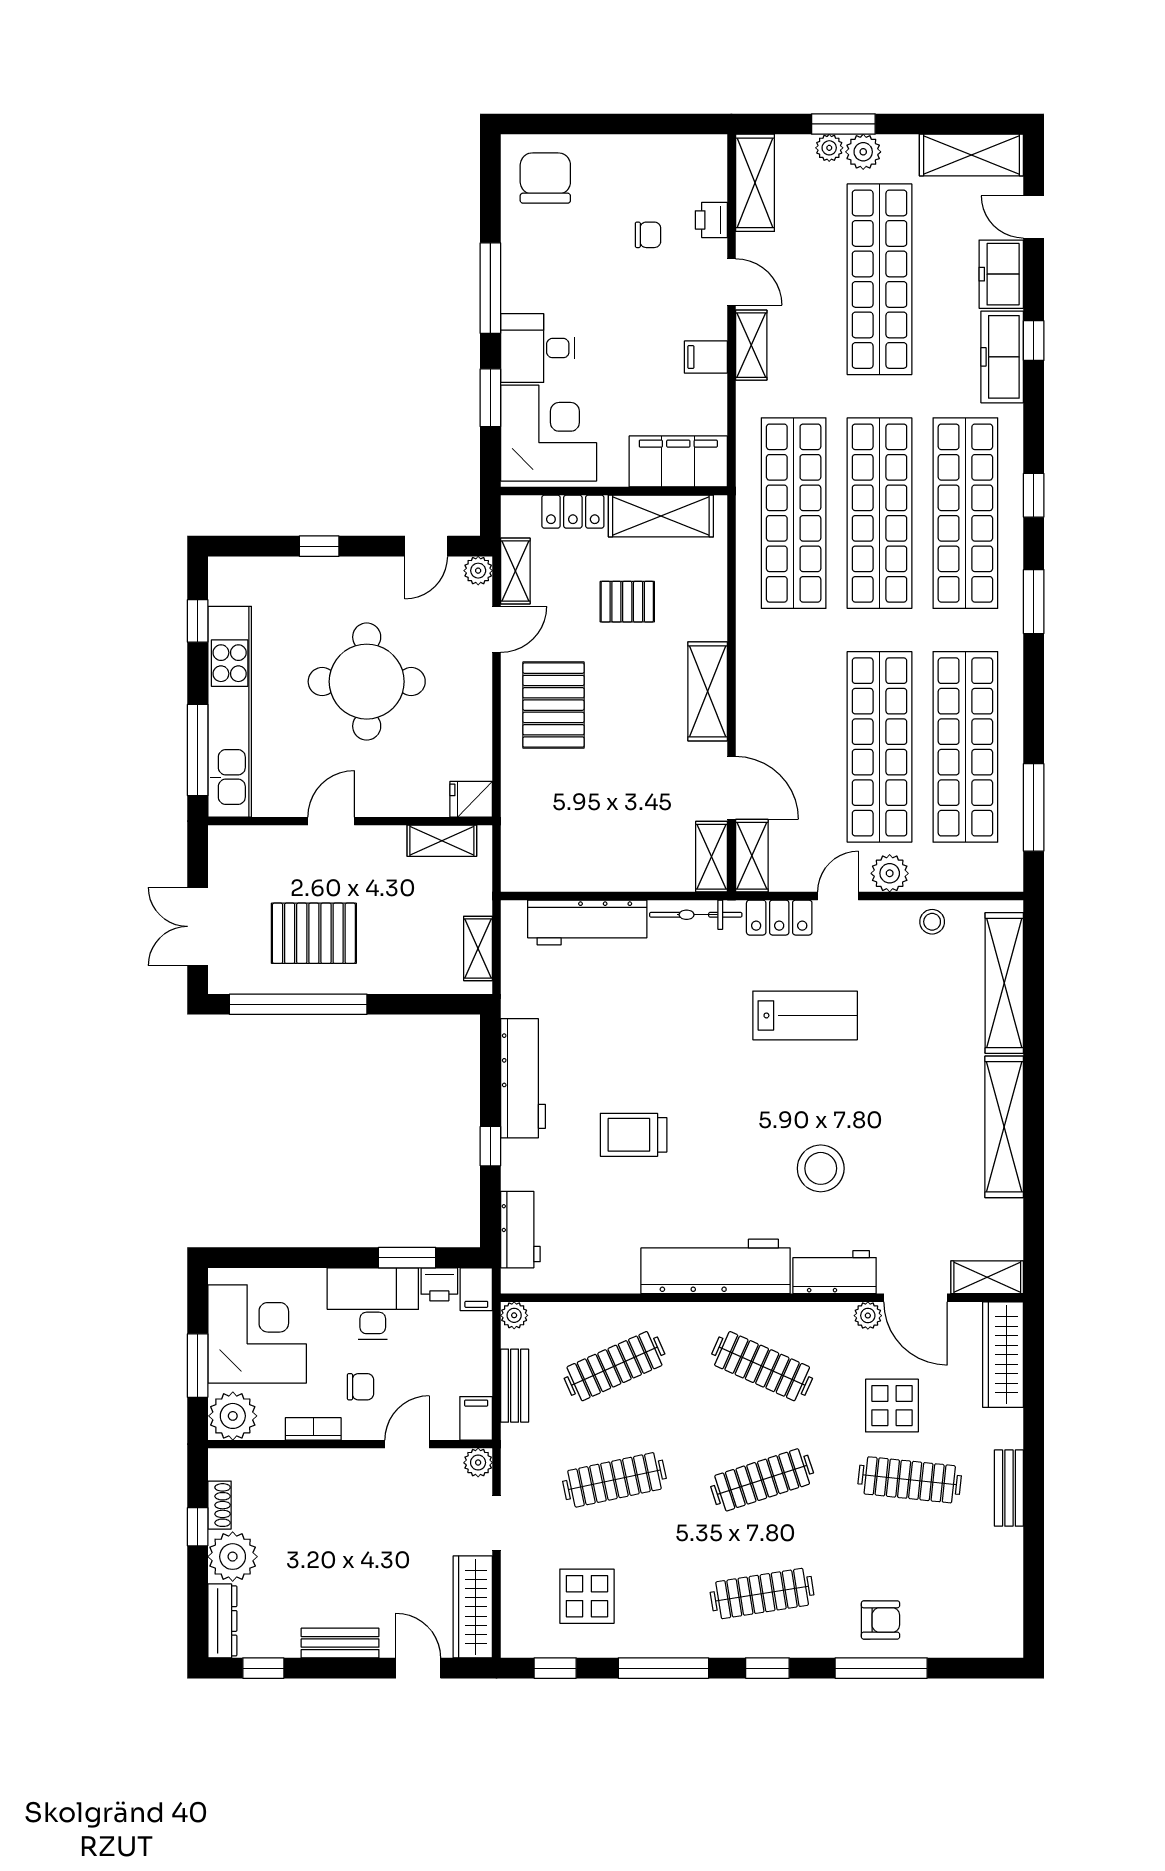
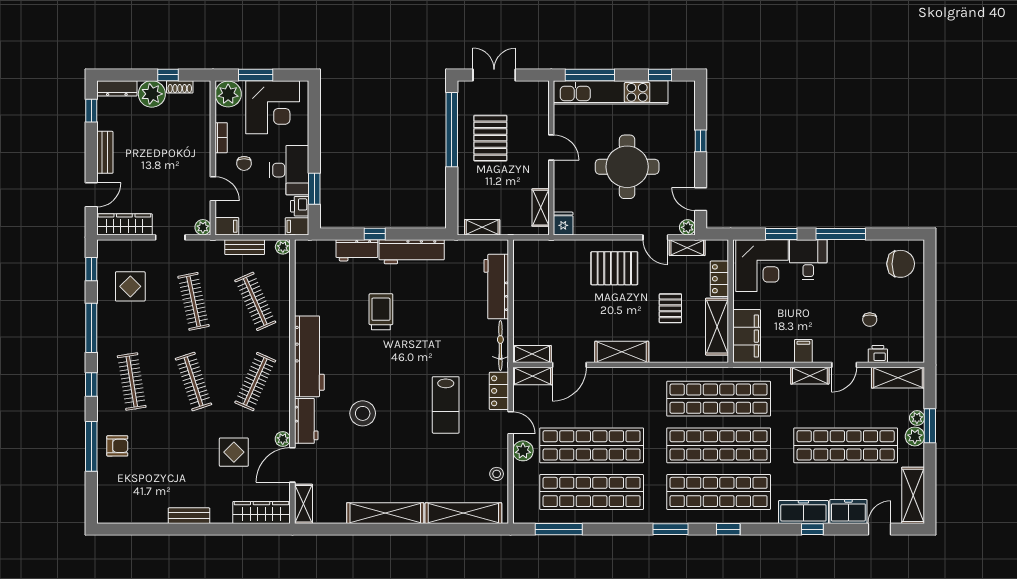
workbench: (520, 1230) -> (357, 250), moved
clothes rail: (910, 1480) -> (193, 462), removed
armchair: (881, 1620) -> (117, 446), turned -90

